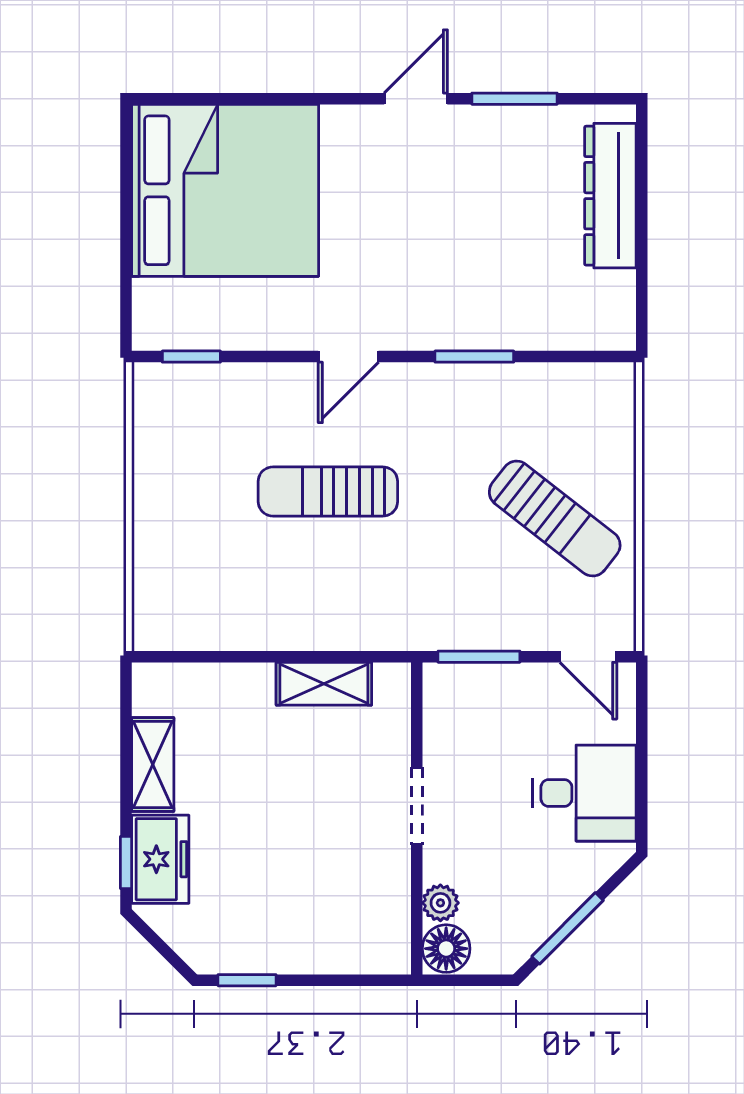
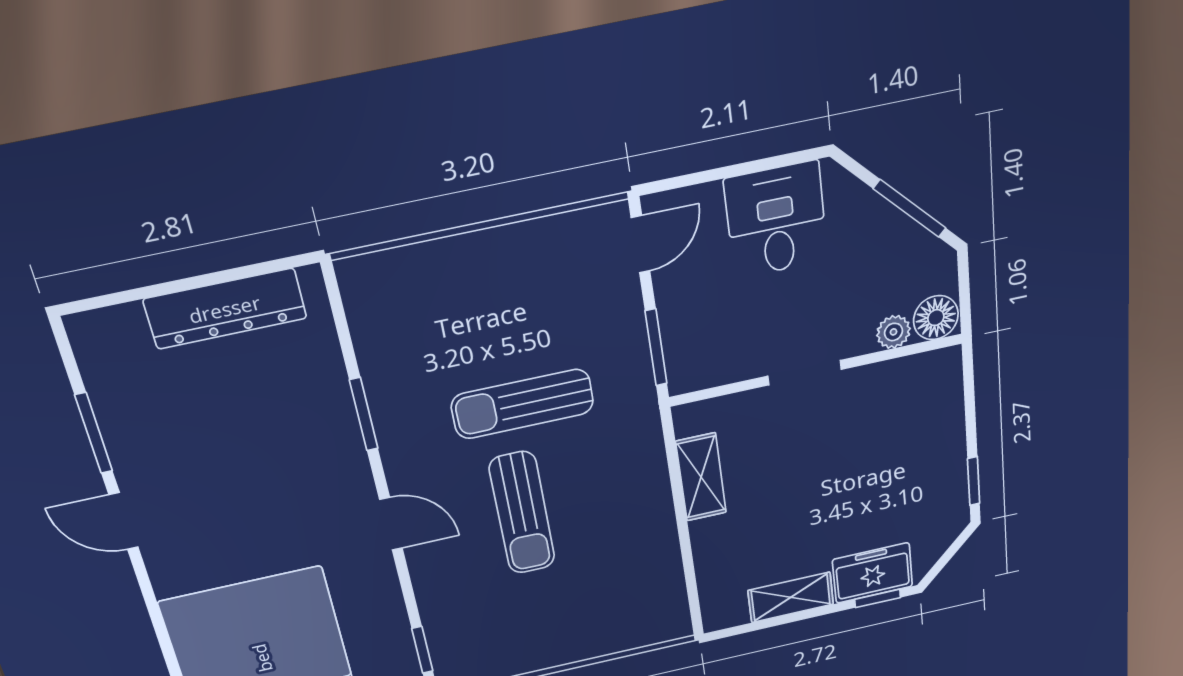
dresser: (610, 196) -> (225, 309), moved
sun lounger: (555, 519) -> (523, 404), moved, turned -128

